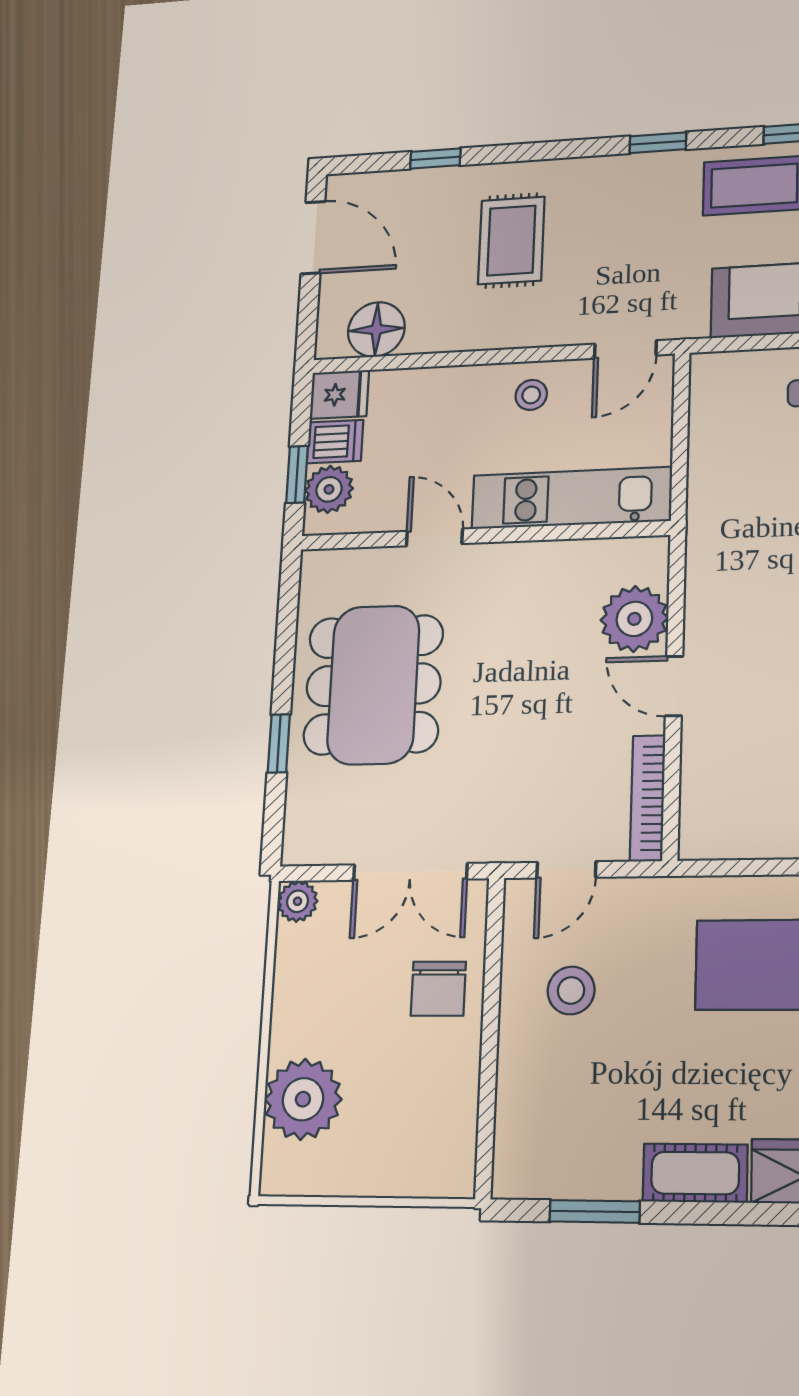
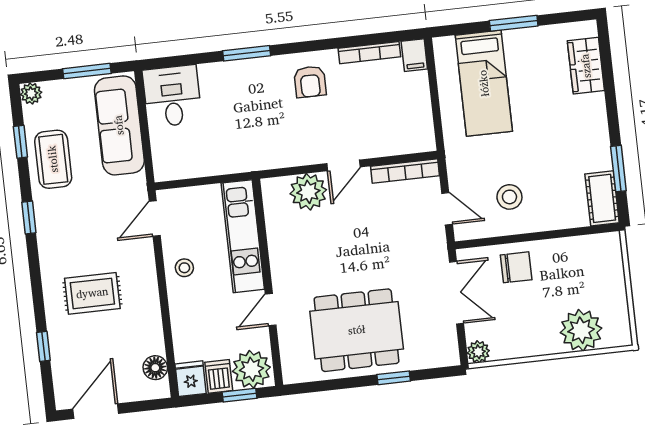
floor lamp: (376, 329) -> (155, 368), width x0.73, depth x0.73
door: (625, 350) -> (155, 219), swing flipped
plant: (329, 489) -> (251, 369), width x1.36, depth x1.36
cot: (695, 1173) -> (602, 198), moved

